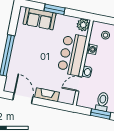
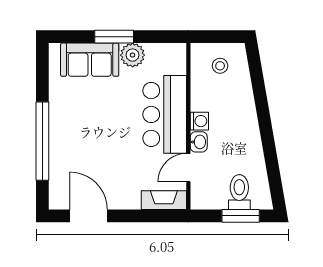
plant: (83, 25) -> (133, 55), moved
washing machine: (92, 49) -> (199, 121), moved
fireplace: (47, 95) -> (164, 200), moved

